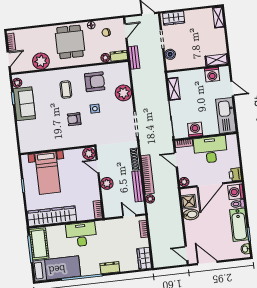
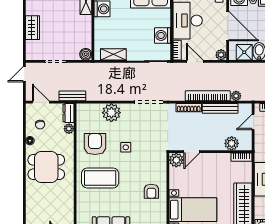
wardrobe: (174, 18) -> (33, 28), moved
boiler: (170, 54) -> (86, 54), moved
plant: (41, 61) -> (64, 203), removed
coffee table: (66, 90) -> (100, 178), width x1.86, depth x1.72
armchair: (74, 119) -> (151, 191), moved
door: (176, 160) -> (195, 61), swing flipped
plant: (107, 183) -> (232, 143), moved

